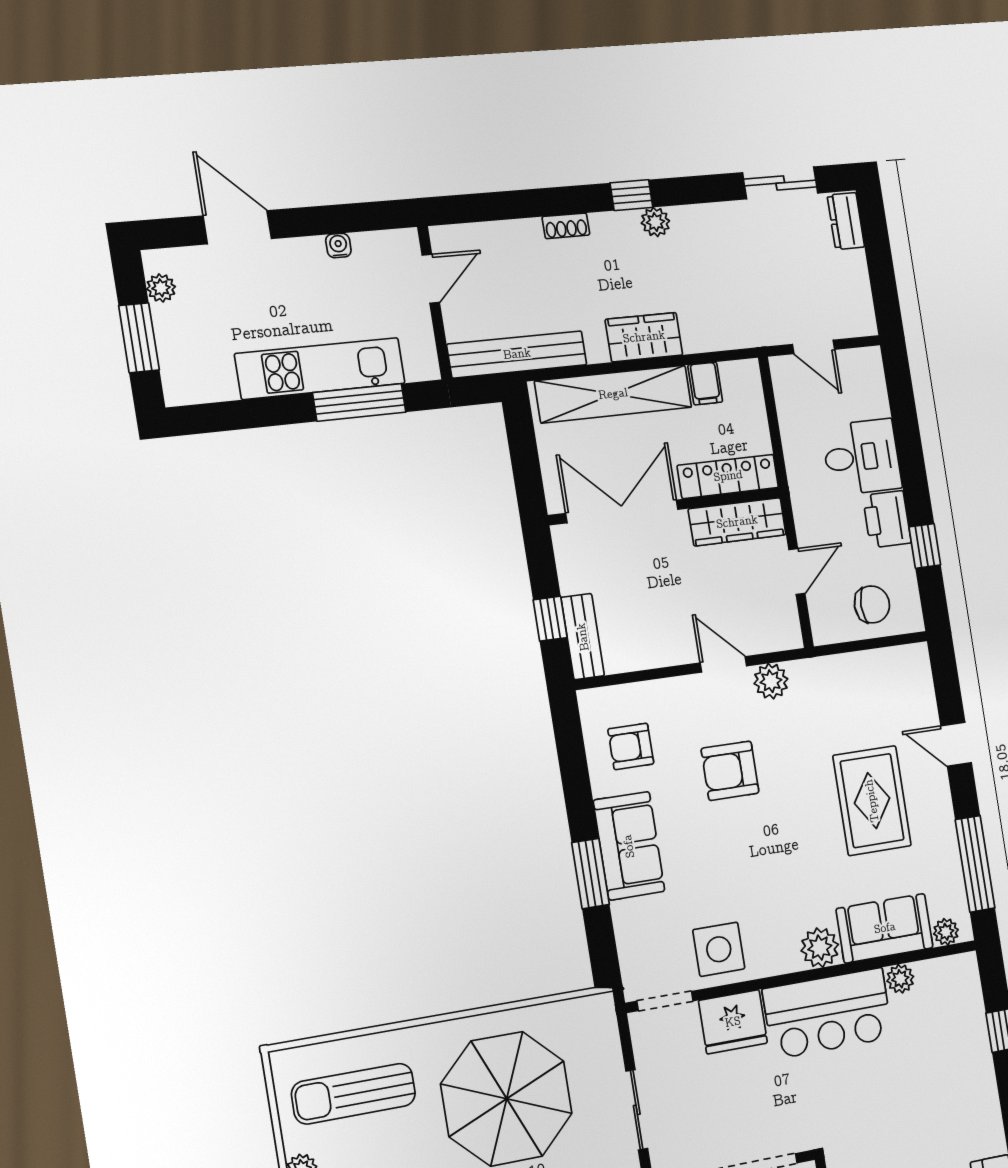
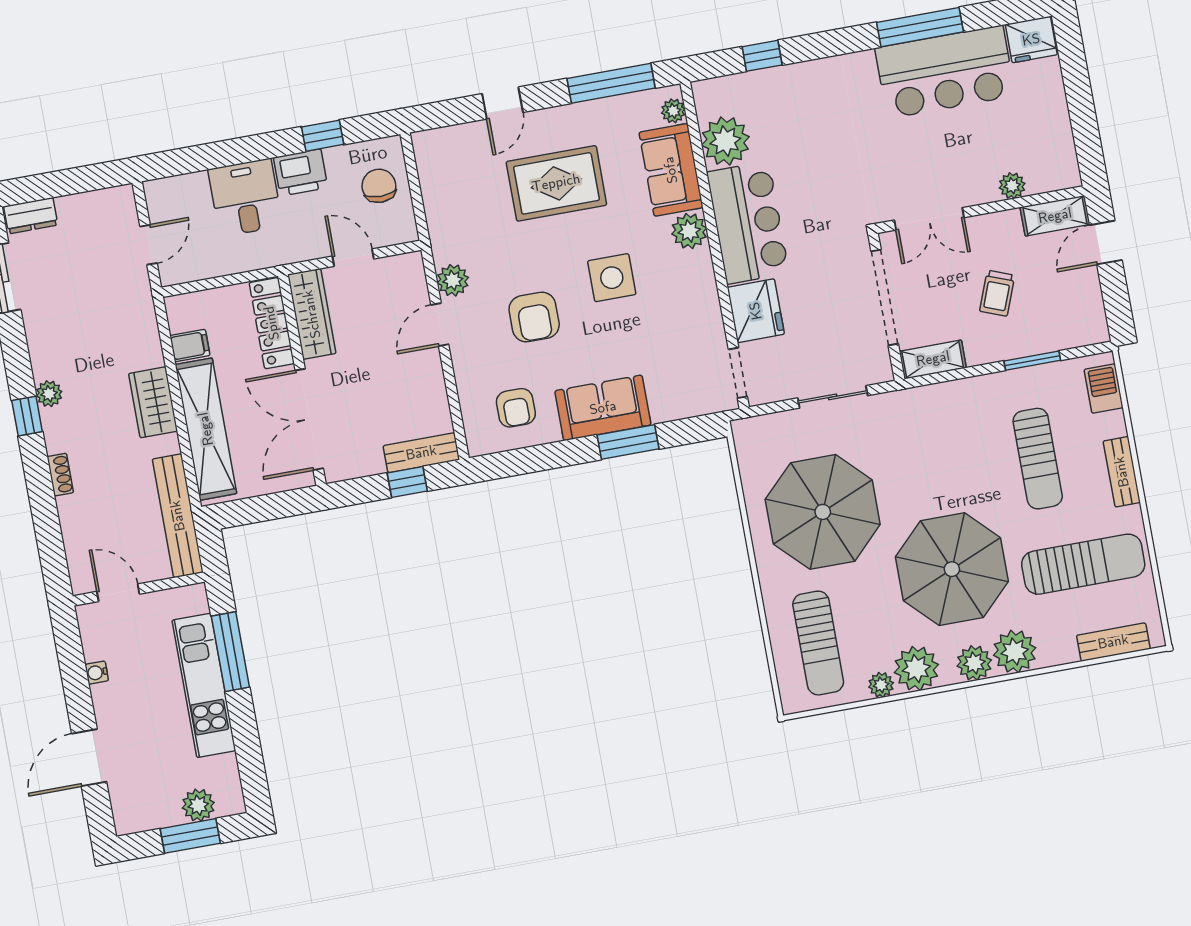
plant: (161, 288) -> (198, 805), moved, width x1.38, depth x1.38
side table: (719, 949) -> (612, 278), moved
plant: (900, 979) -> (725, 141), width x1.87, depth x1.87

